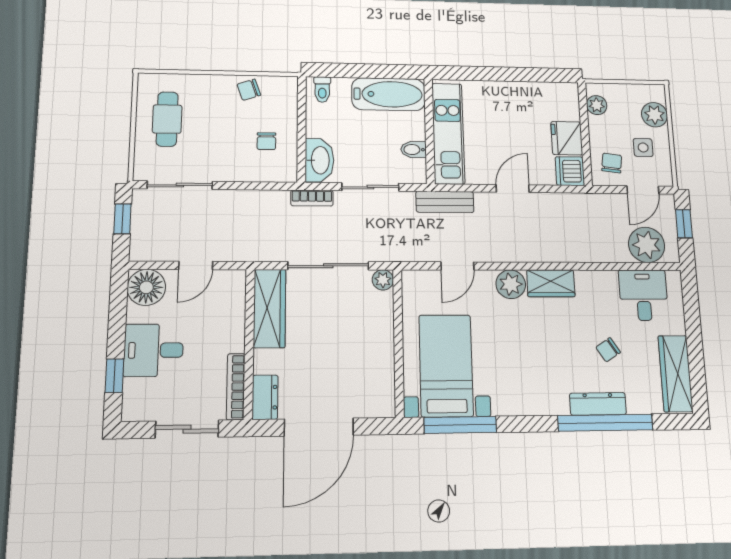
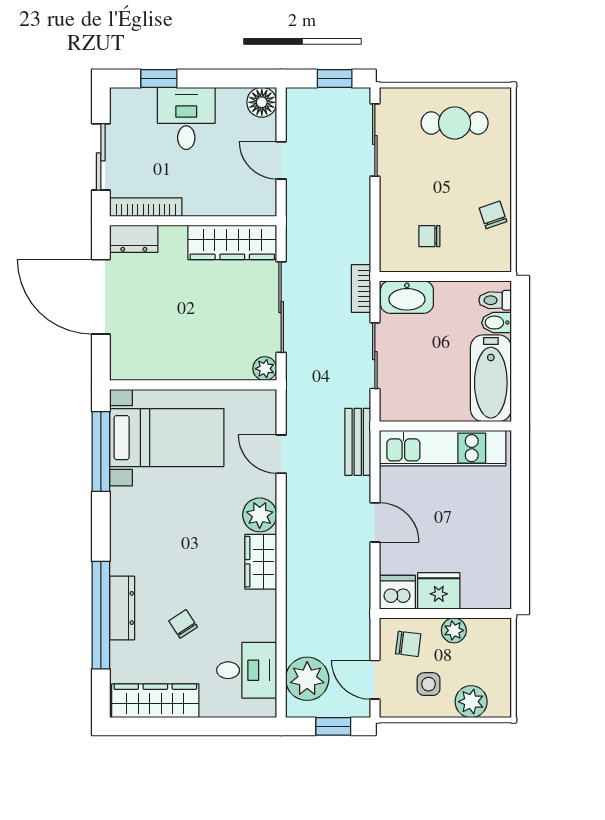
plant: (597, 105) -> (454, 630), moved
bidet: (414, 150) -> (496, 323), moved, turned -90
floor lamp: (146, 287) -> (262, 102), width x0.73, depth x0.73

